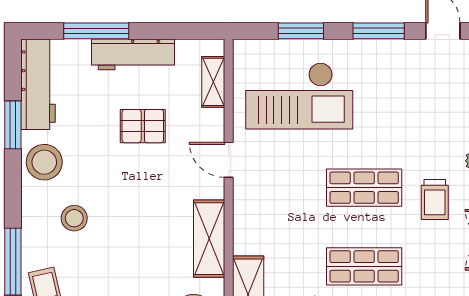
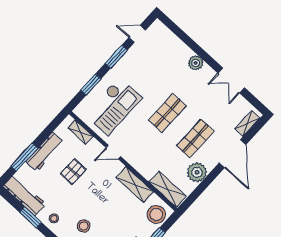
stool: (44, 162) -> (54, 218), width x0.53, depth x0.53
trolley: (435, 200) -> (195, 92), removed

